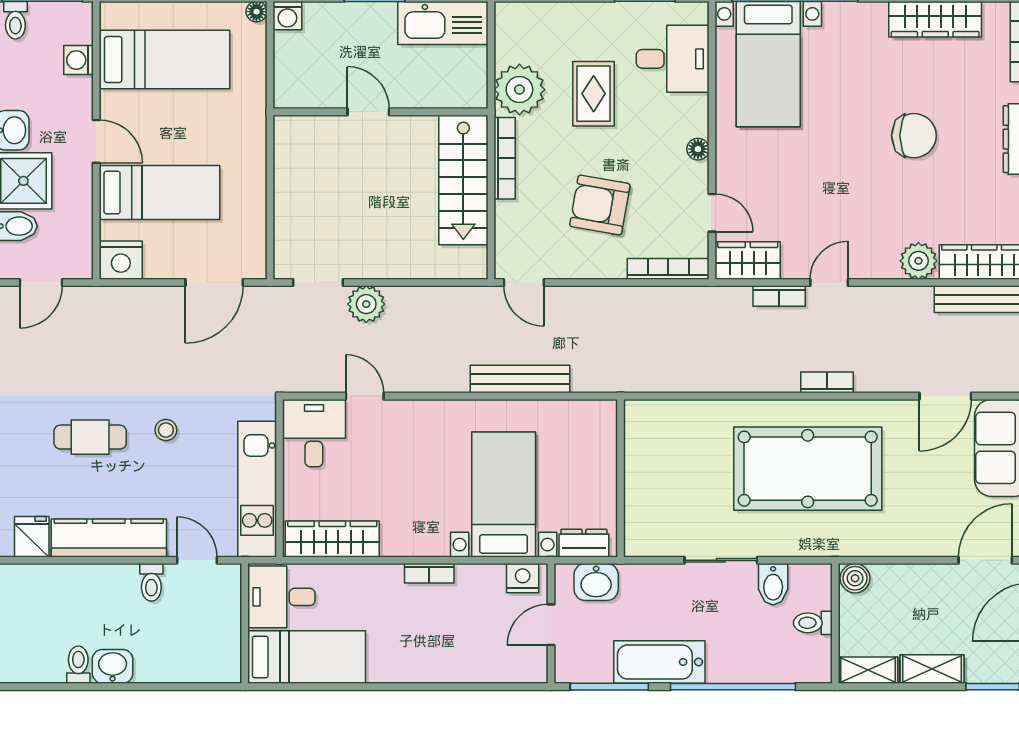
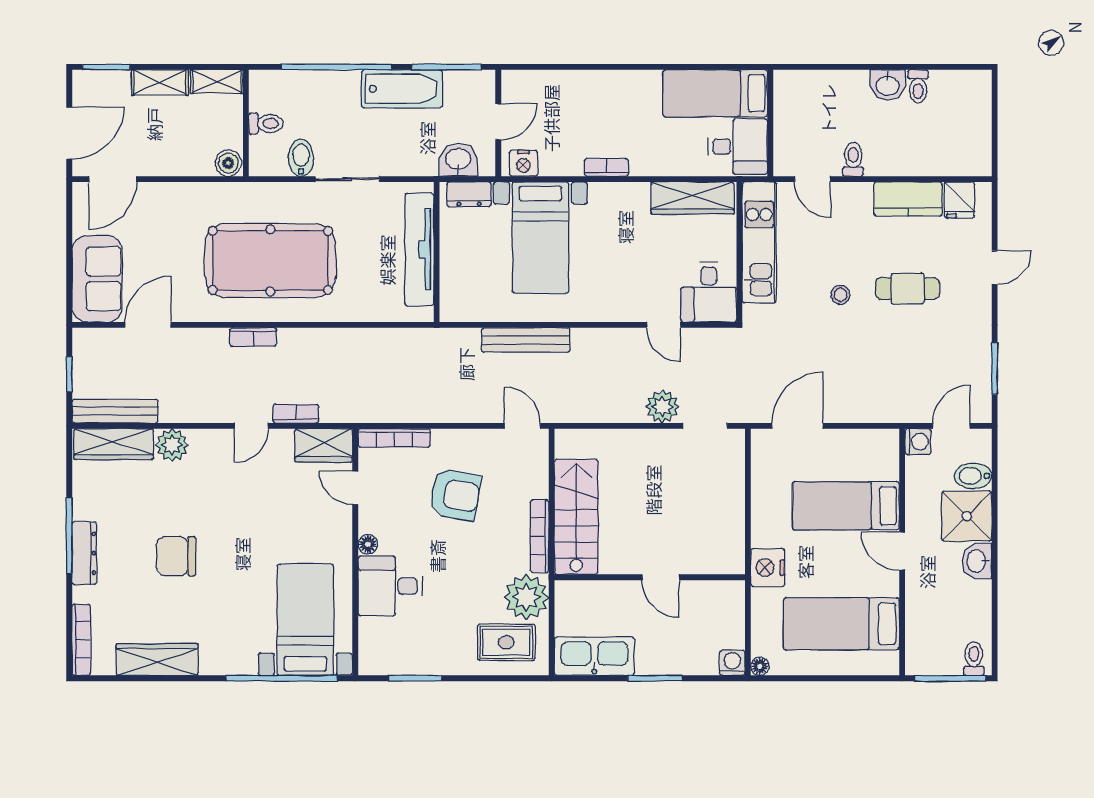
desk: (673, 59) -> (390, 586), moved
washing machine: (79, 60) -> (918, 442), moved
rug: (594, 94) -> (506, 642), moved, turned 90
nightstand: (121, 260) -> (768, 568), moved, turned -90
tv unit: (640, 481) -> (419, 249), added
kitchen counter: (109, 538) -> (908, 199), width x0.67

